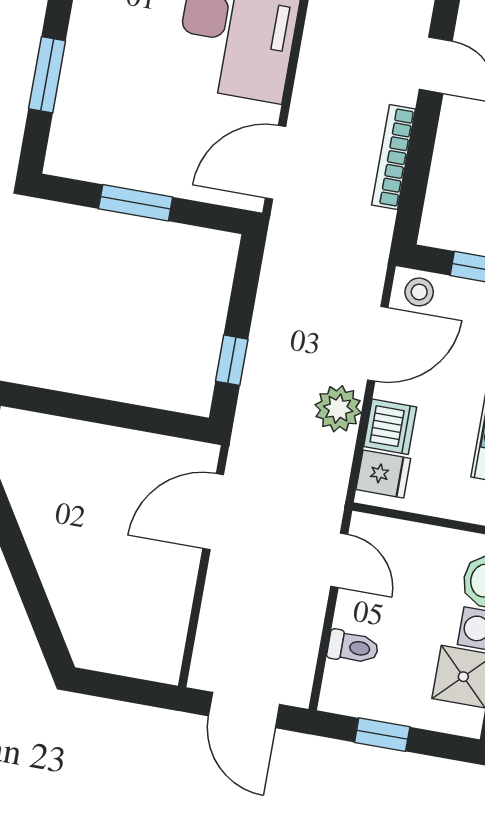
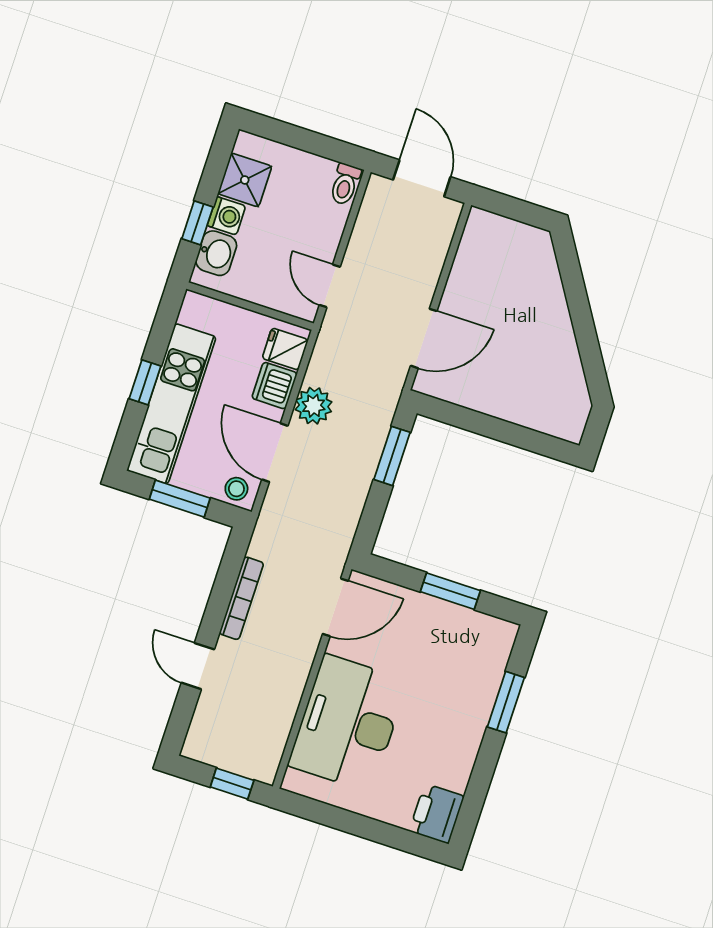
door: (378, 344) -> (275, 453), hinge flipped
window: (232, 360) -> (392, 456), width x1.50
toilet: (353, 647) -> (345, 184), moved, turned -90
window: (382, 735) -> (315, 143), removed

